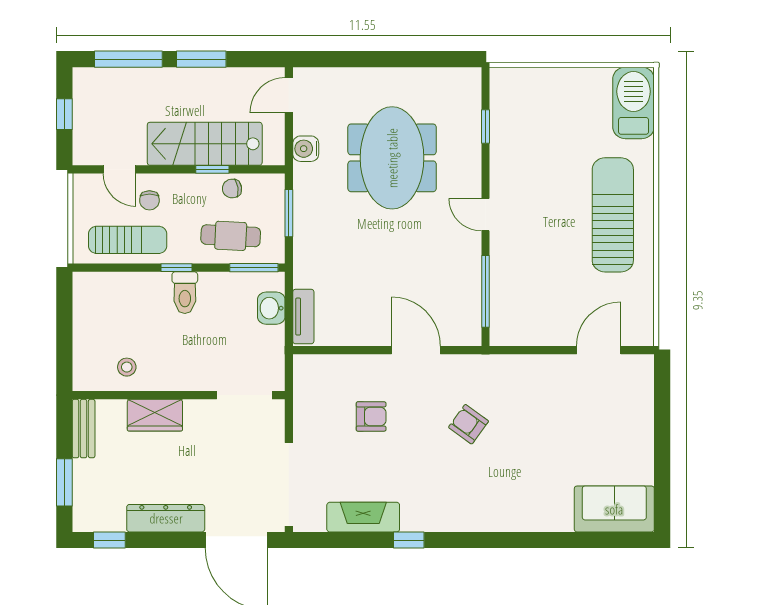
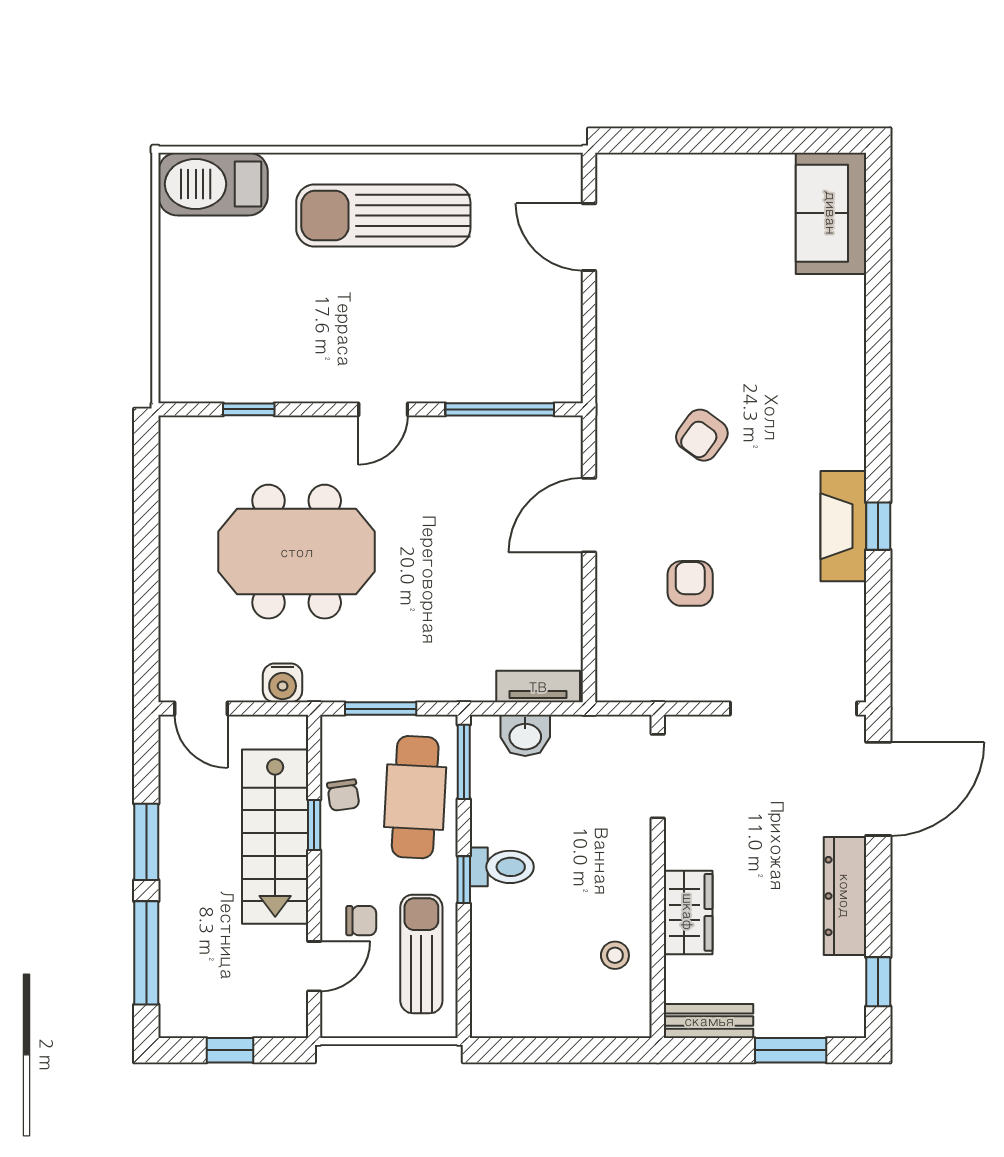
cafe table: (231, 236) -> (415, 797), width x1.37, depth x1.35
fireplace: (363, 517) -> (843, 526), moved

